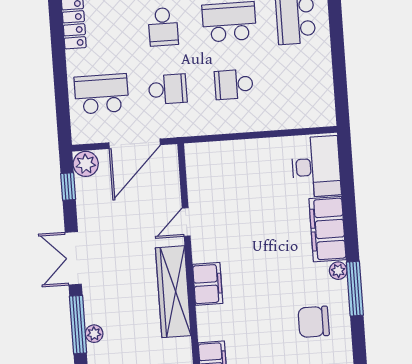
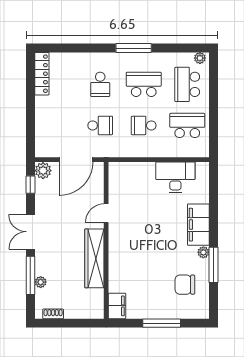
school desk: (102, 94) -> (187, 125), moved
desk: (316, 167) -> (175, 177), moved, turned -90
filing cabinet: (208, 284) -> (117, 255), removed

